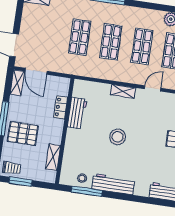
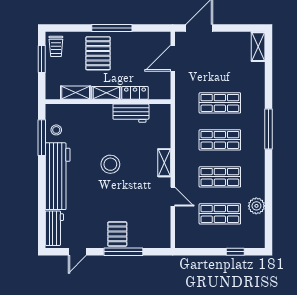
shelving: (17, 83) -> (106, 93), moved
workbench: (113, 184) -> (58, 176), width x1.36, depth x1.32

